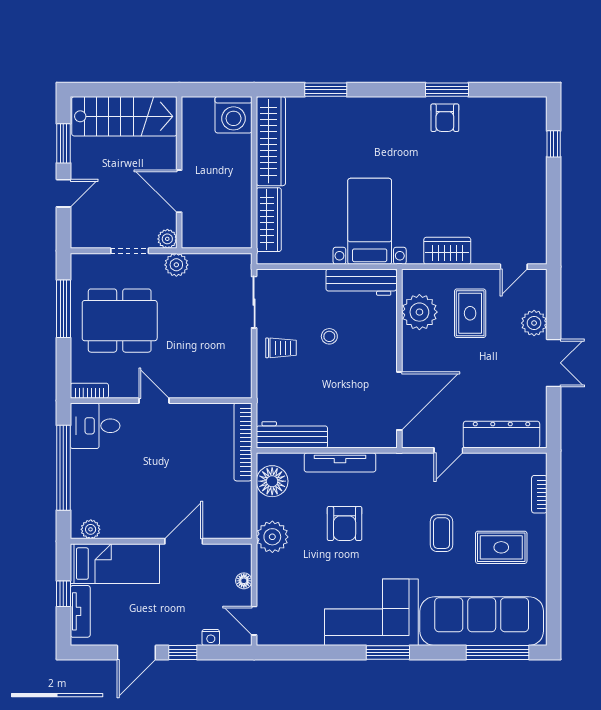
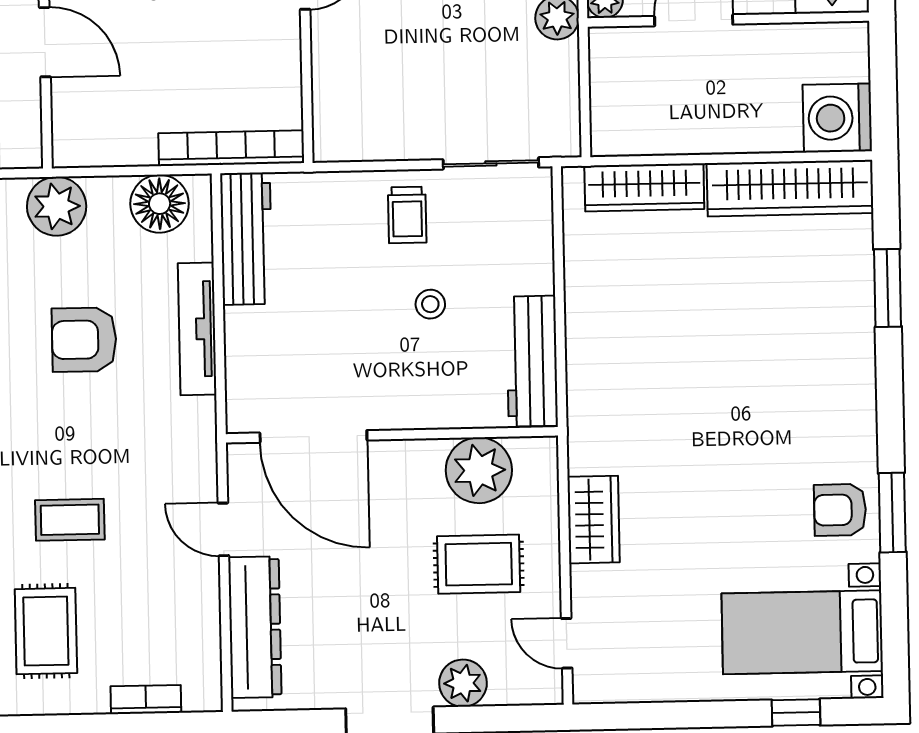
bed with nightstands: (370, 221) -> (802, 632), moved, turned 180

